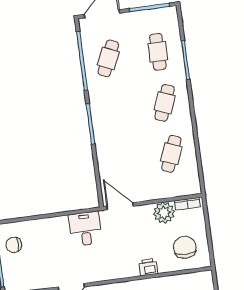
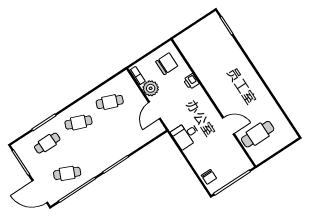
door: (120, 206) -> (154, 110), moved
chair: (14, 245) -> (209, 177), moved
chair: (185, 247) -> (167, 64), turned 180

